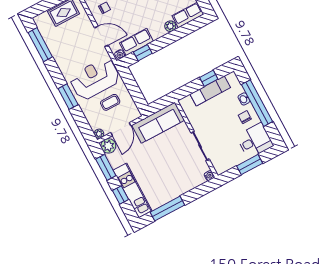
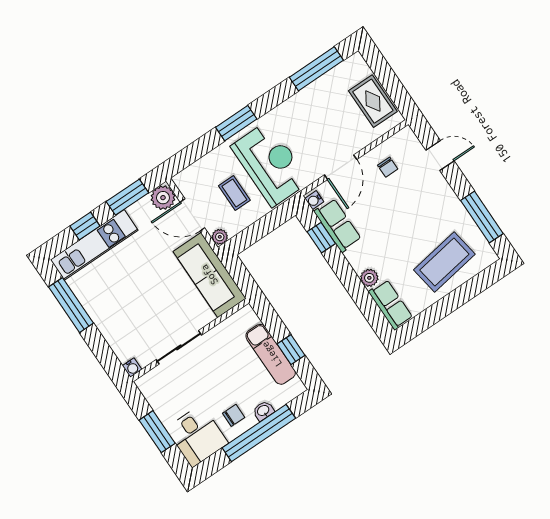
plant: (99, 134) -> (220, 237), moved

